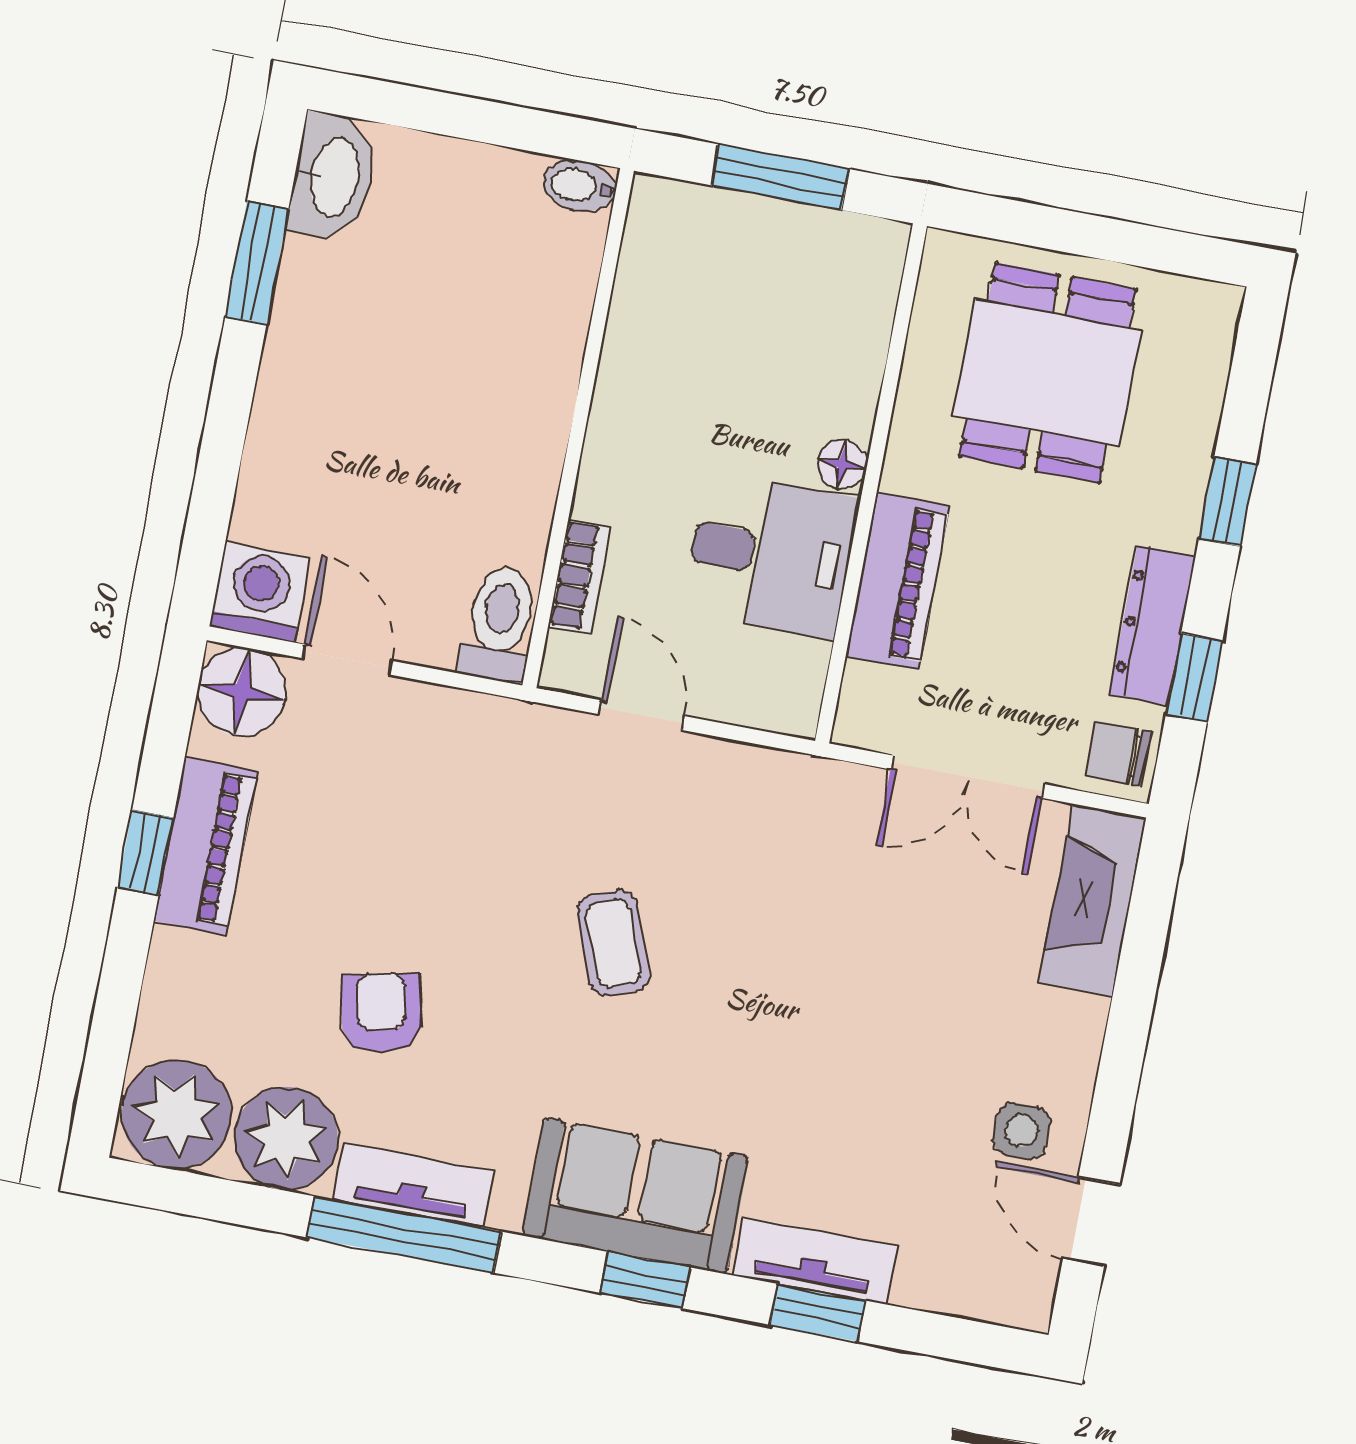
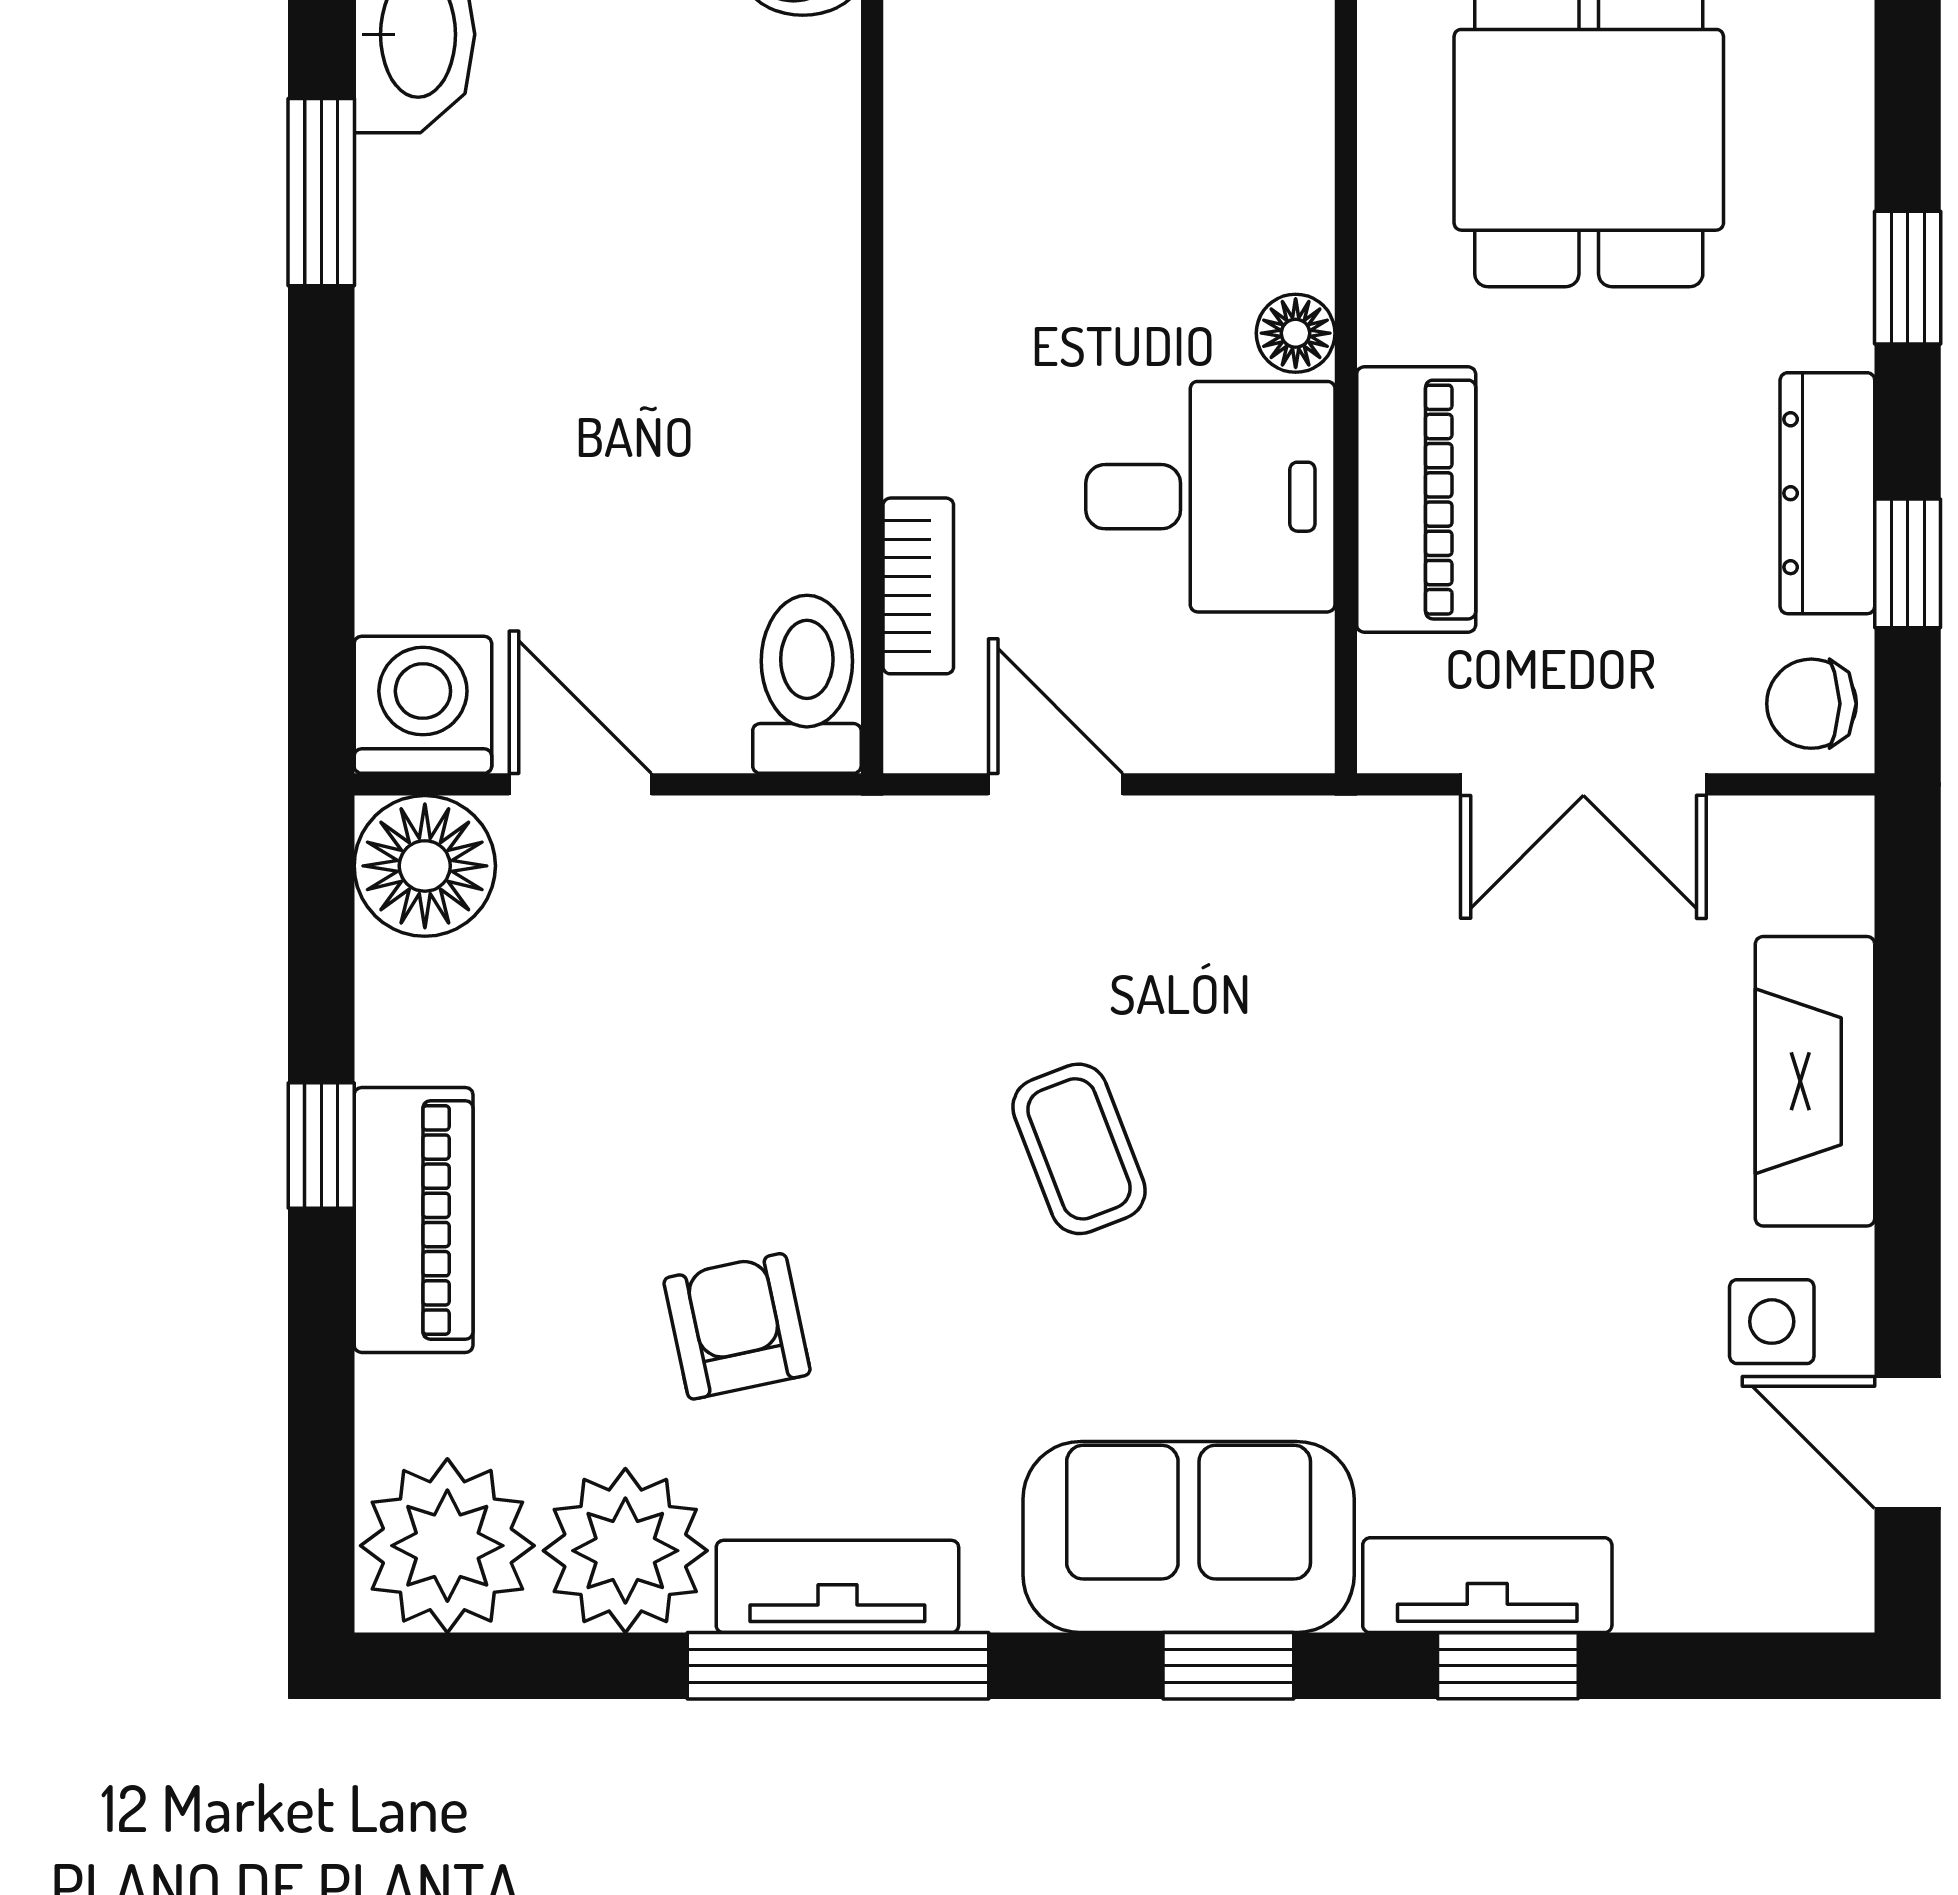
piano: (206, 846) -> (414, 1220), moved
fireplace: (1093, 900) -> (1815, 1081), moved

